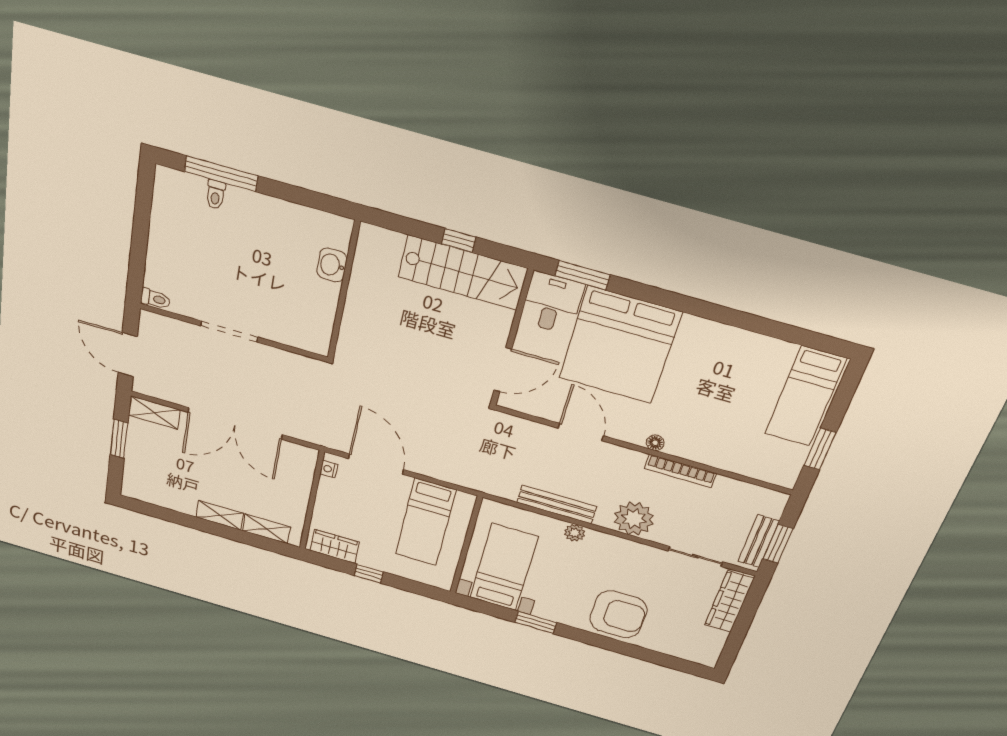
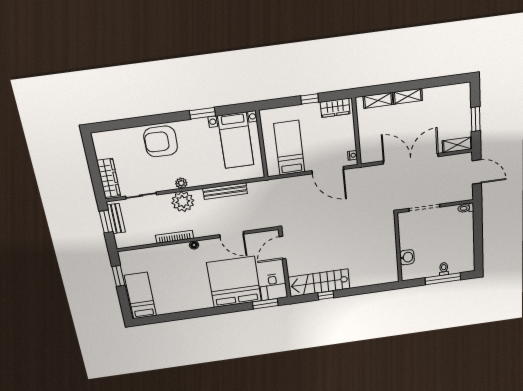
washbasin: (332, 265) -> (407, 257), moved
wall: (344, 291) -> (398, 248), moved
plant: (575, 533) -> (181, 183), moved

